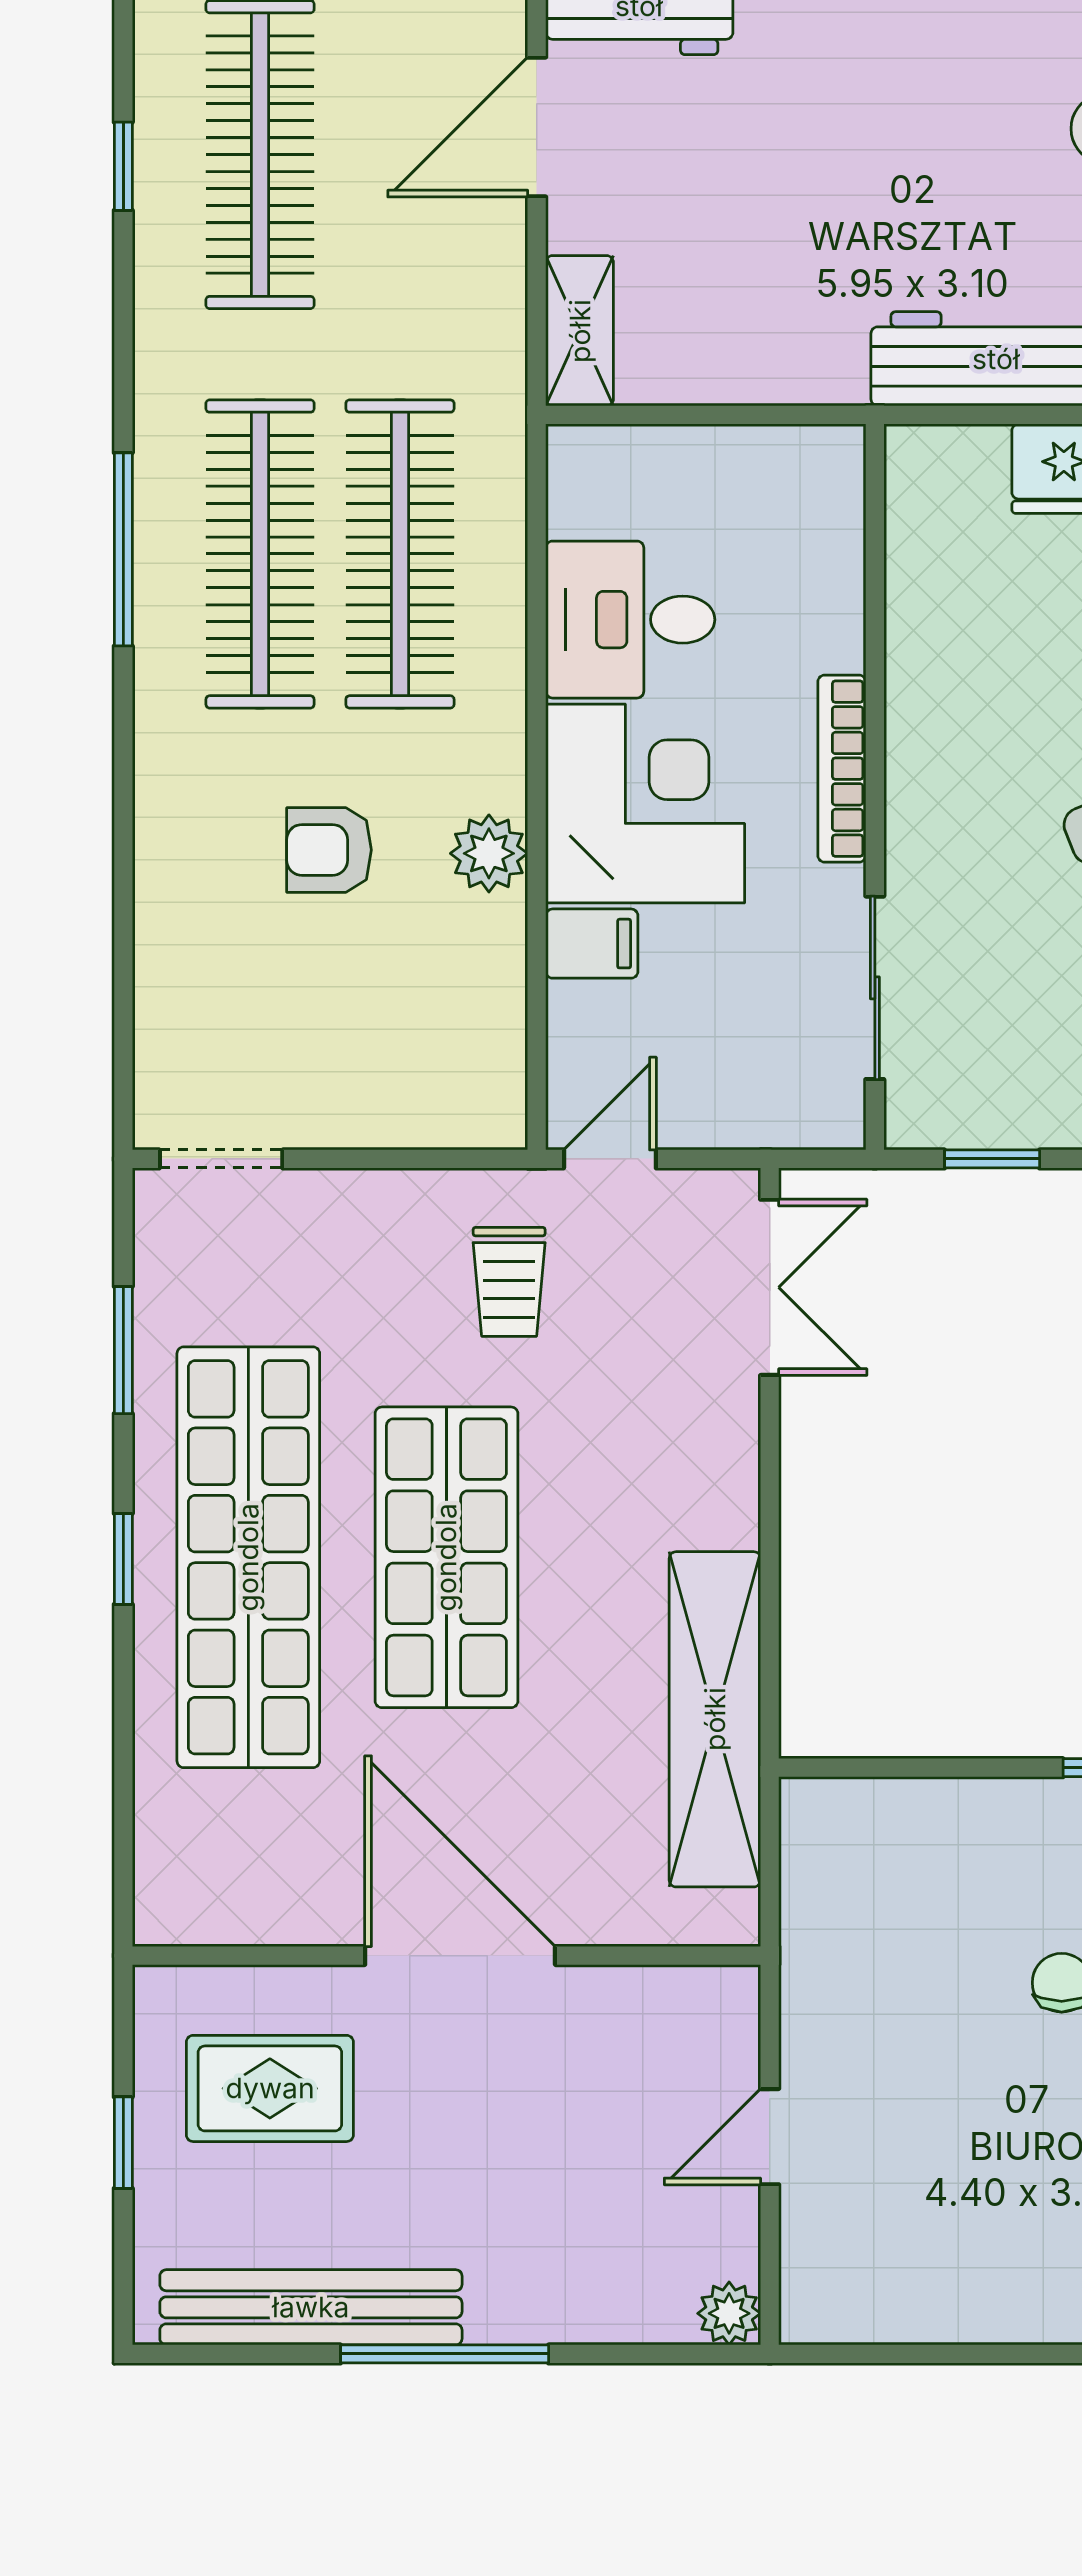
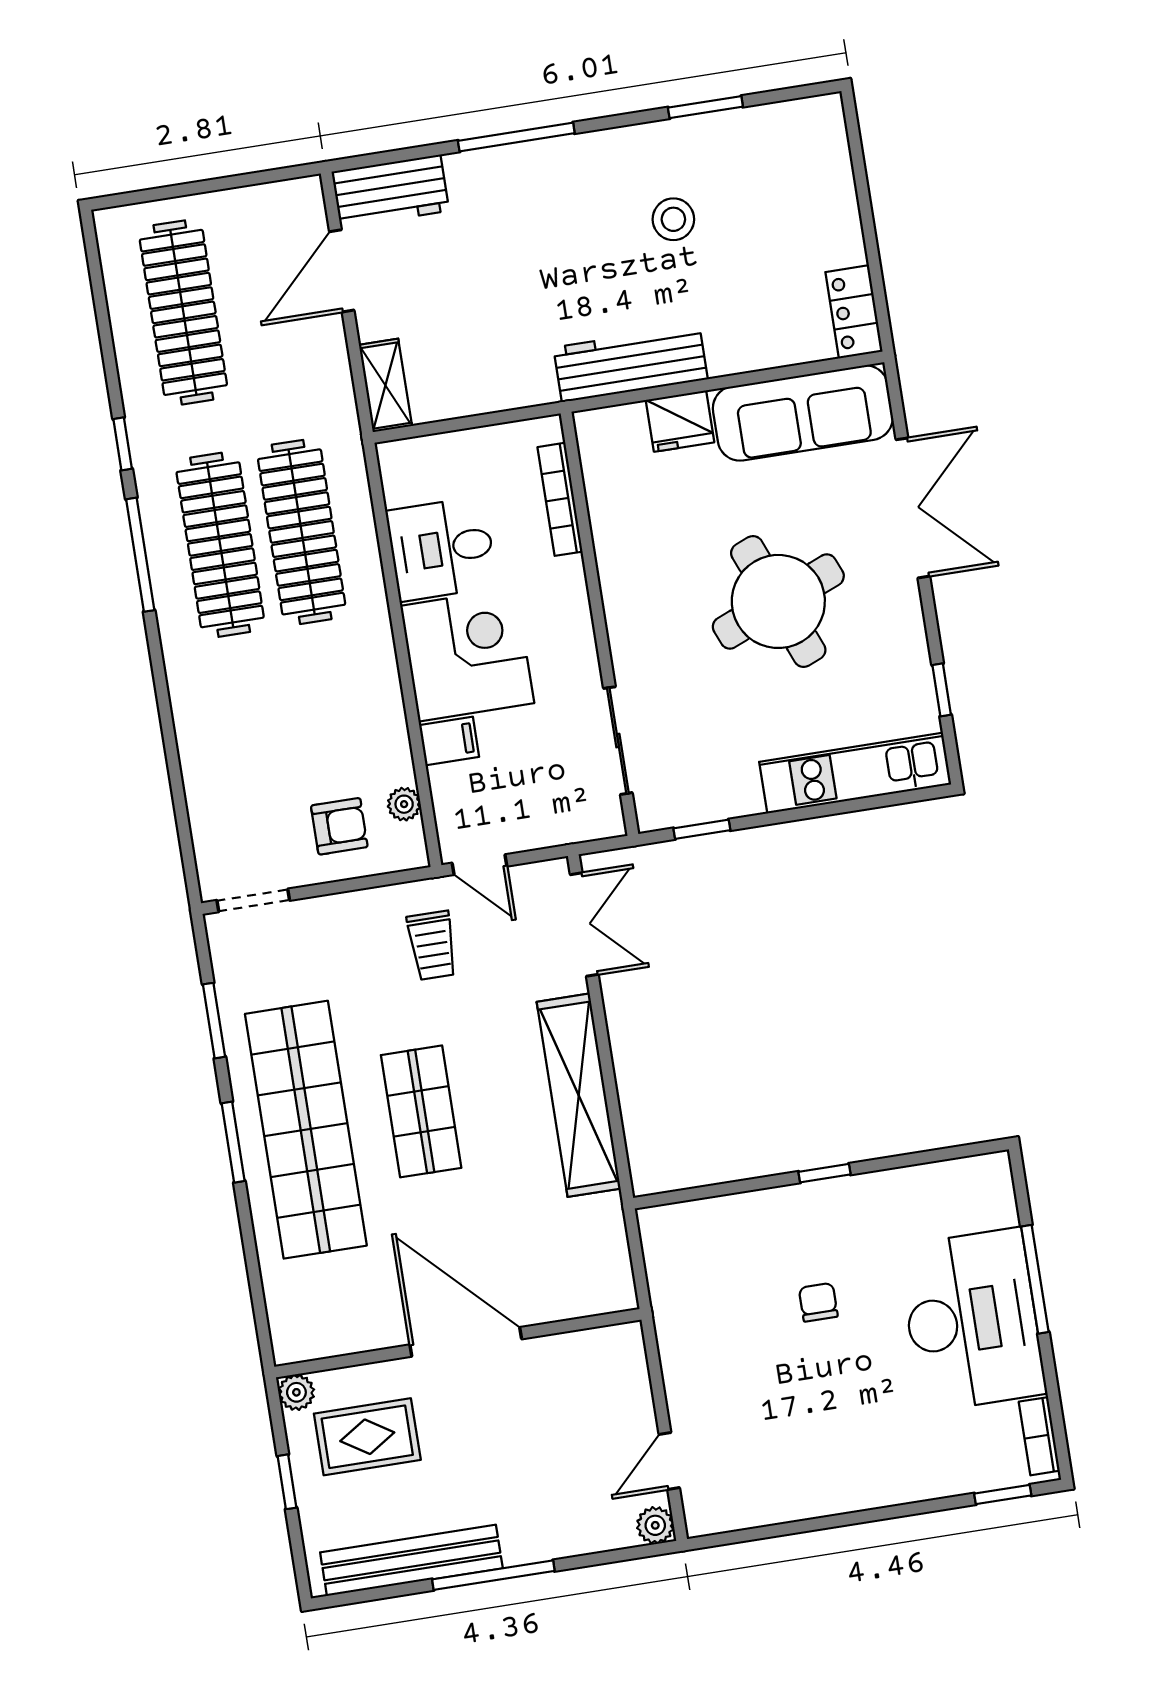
window: (123, 166) -> (123, 444), moved
bookcase: (842, 769) -> (560, 499), moved
armchair: (329, 850) -> (339, 826), moved, turned 180
plant: (489, 853) -> (404, 804), moved, width x0.73, depth x0.73
door: (610, 1159) -> (480, 865), swing flipped
shop shelf: (446, 1557) -> (421, 1111), width x0.70, depth x0.74
window: (123, 1559) -> (233, 1142), width x1.50
shelving: (715, 1719) -> (579, 1095), moved
plant: (163, 1995) -> (296, 1392), added
door: (770, 2137) -> (669, 1461), moved

